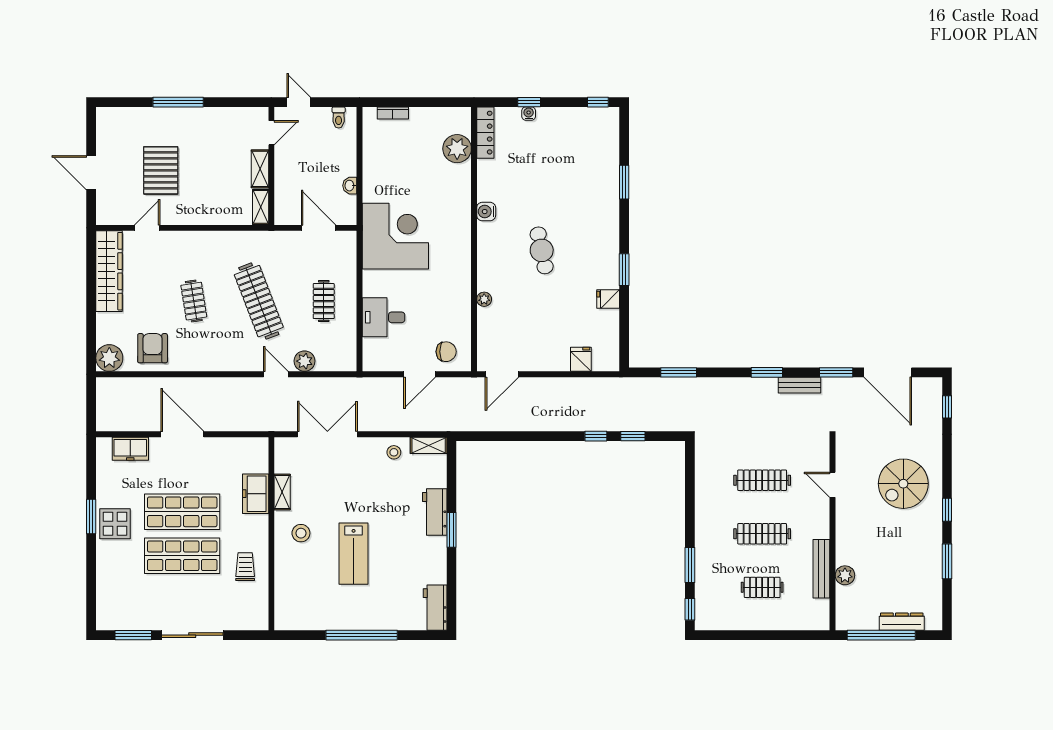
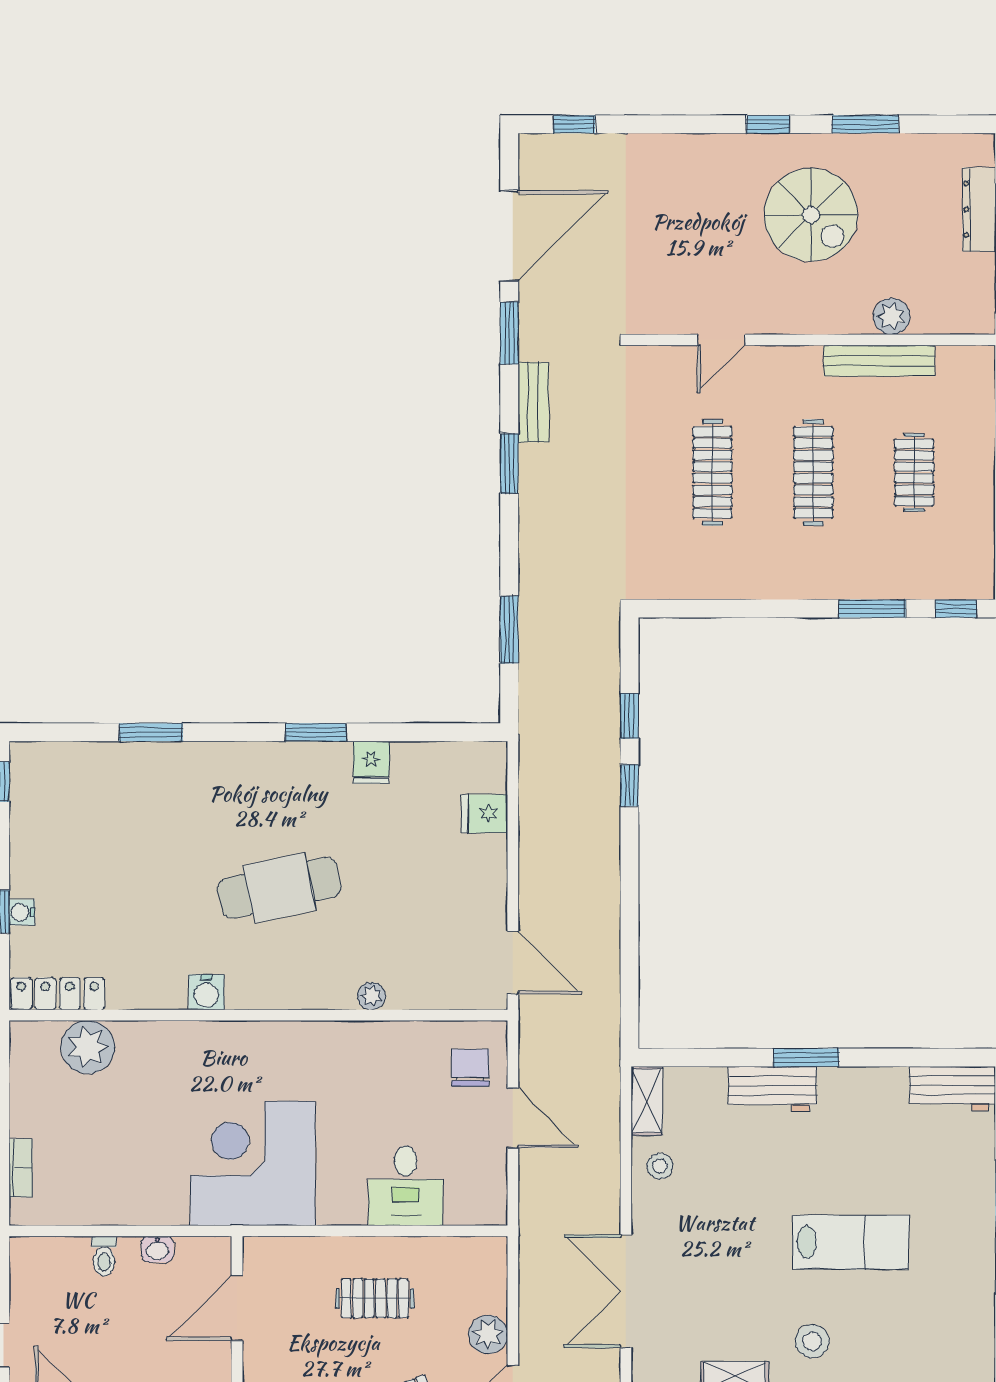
toilet: (339, 117) -> (104, 1256), moved, turned 90
cafe table: (542, 250) -> (279, 888), width x1.37, depth x1.35
spiral stairs: (903, 484) -> (811, 215), moved

